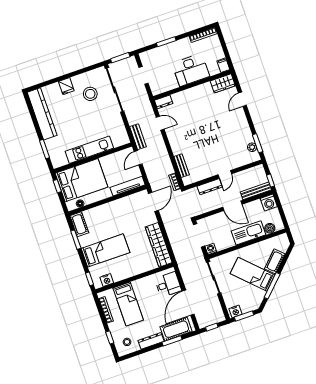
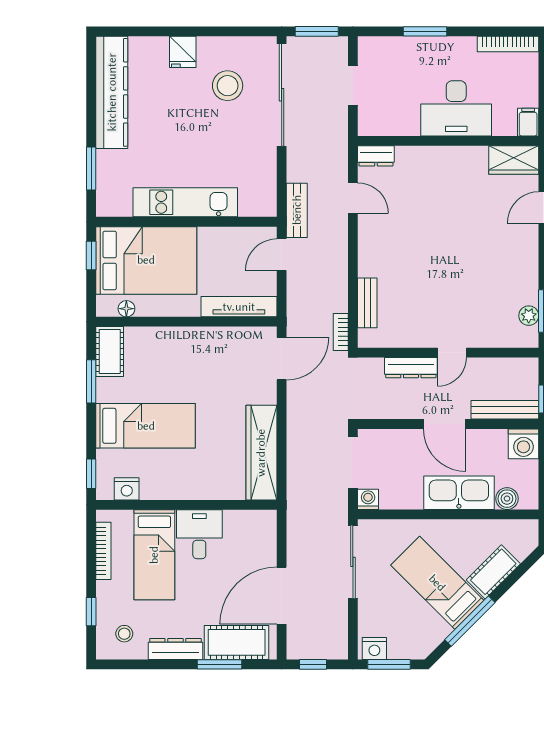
desk: (168, 285) -> (199, 534), moved, turned -90

